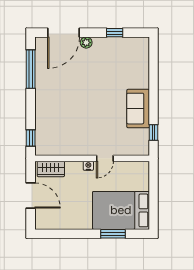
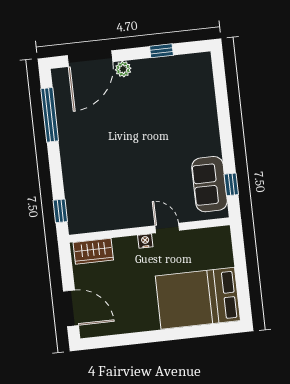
sofa: (138, 109) -> (209, 184), moved
door: (105, 158) -> (167, 228), swing flipped
door: (31, 195) -> (71, 308), moved
window: (113, 234) -> (190, 332), removed

